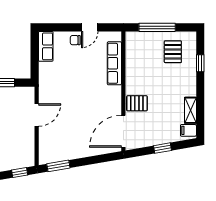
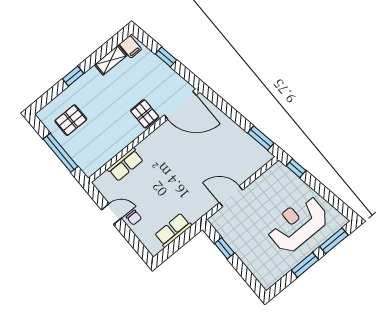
row of seats: (46, 46) -> (173, 230), moved
row of seats: (114, 63) -> (125, 165), width x0.68
window: (200, 63) -> (73, 76), moved

